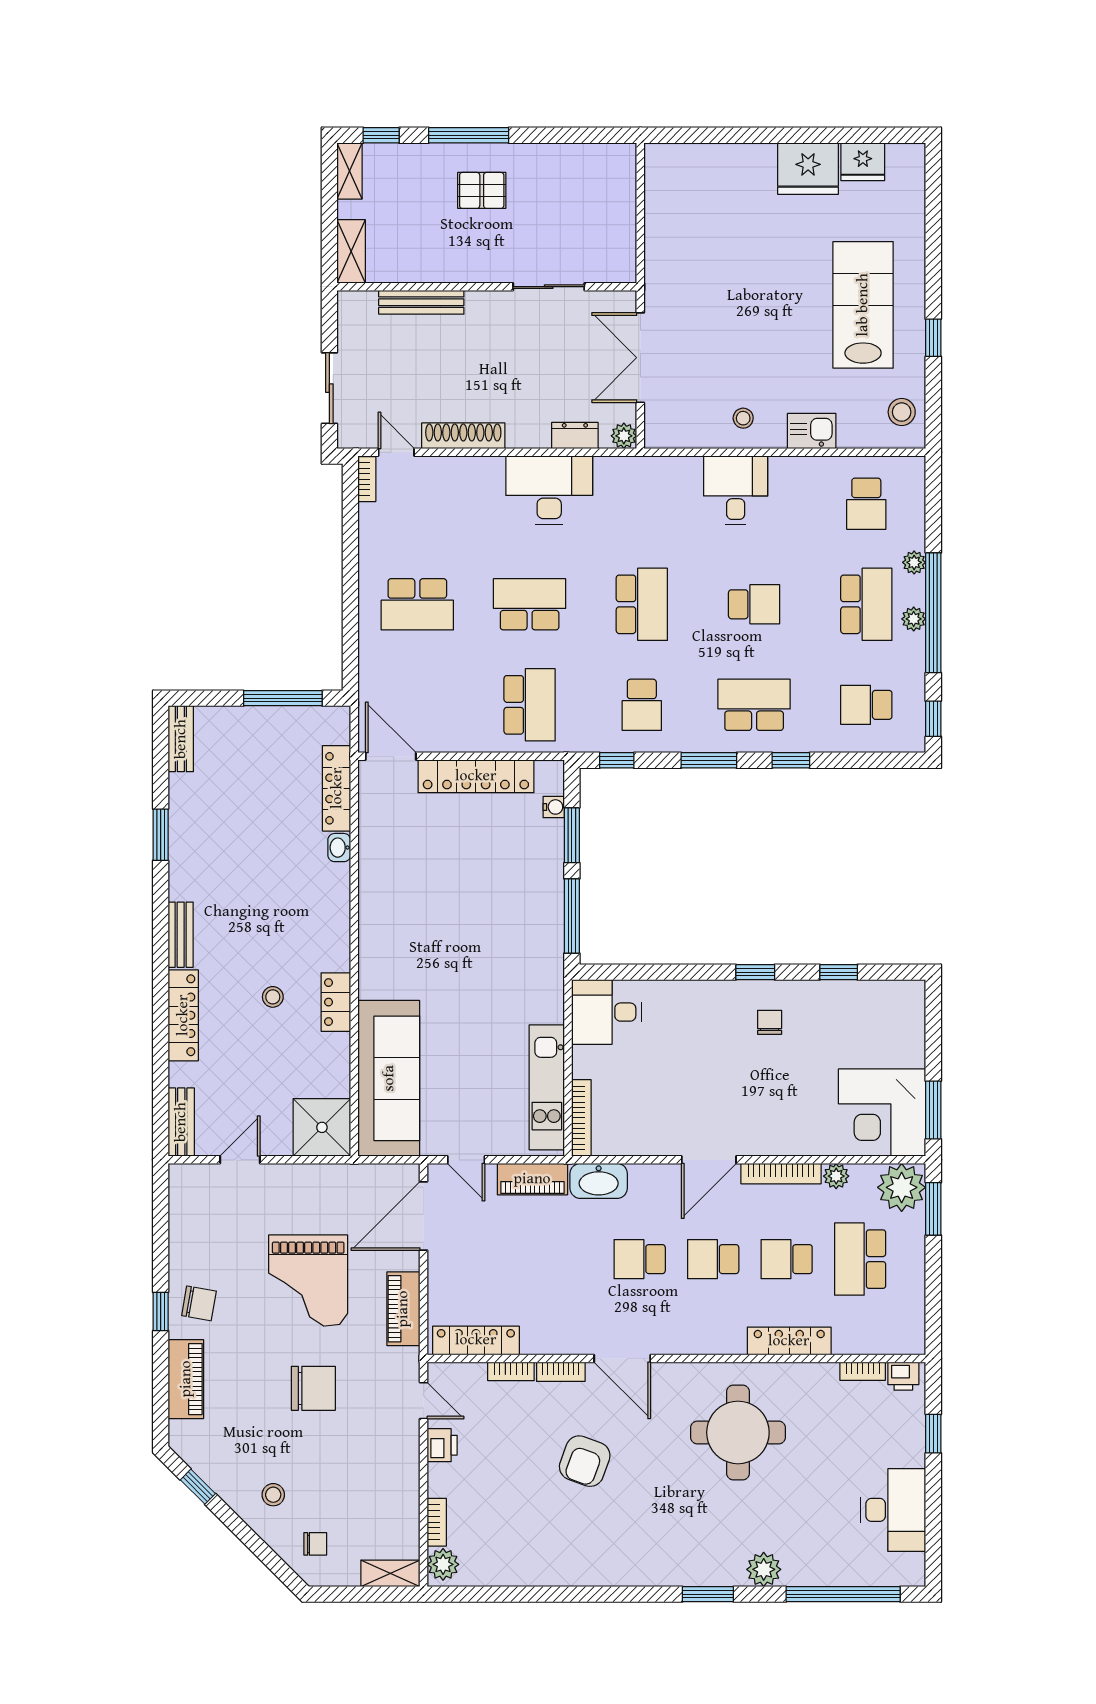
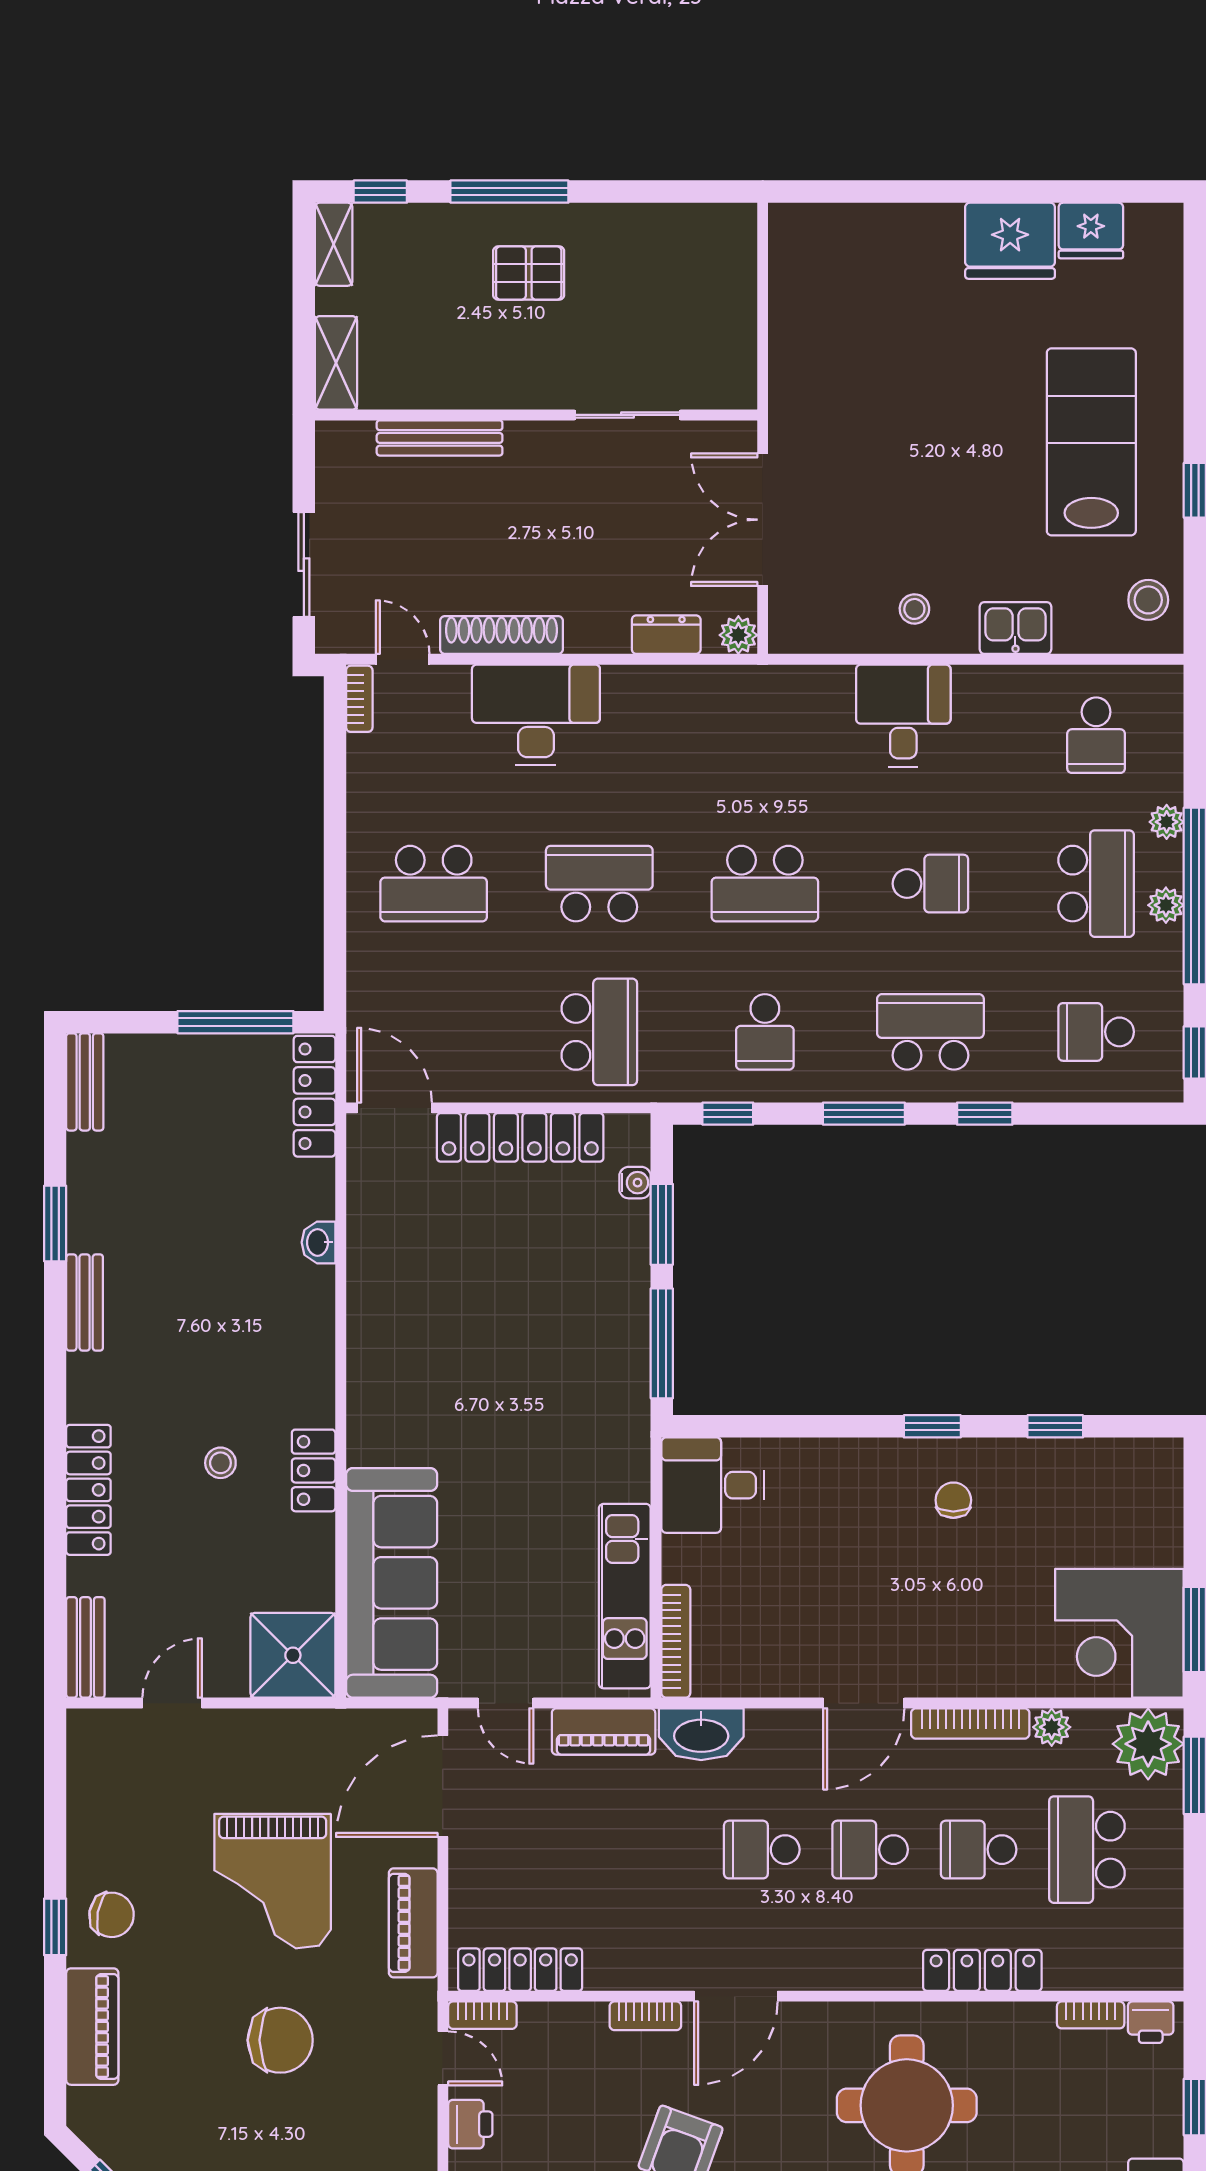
desk: (549, 490) -> (536, 715), moved
school desk: (642, 604) -> (765, 884), turned 90
locker: (337, 788) -> (315, 1096), moved
bench: (181, 935) -> (85, 1302), moved
door: (622, 1358) -> (736, 1996), hinge flipped
bookcase: (511, 1371) -> (482, 2015), moved

